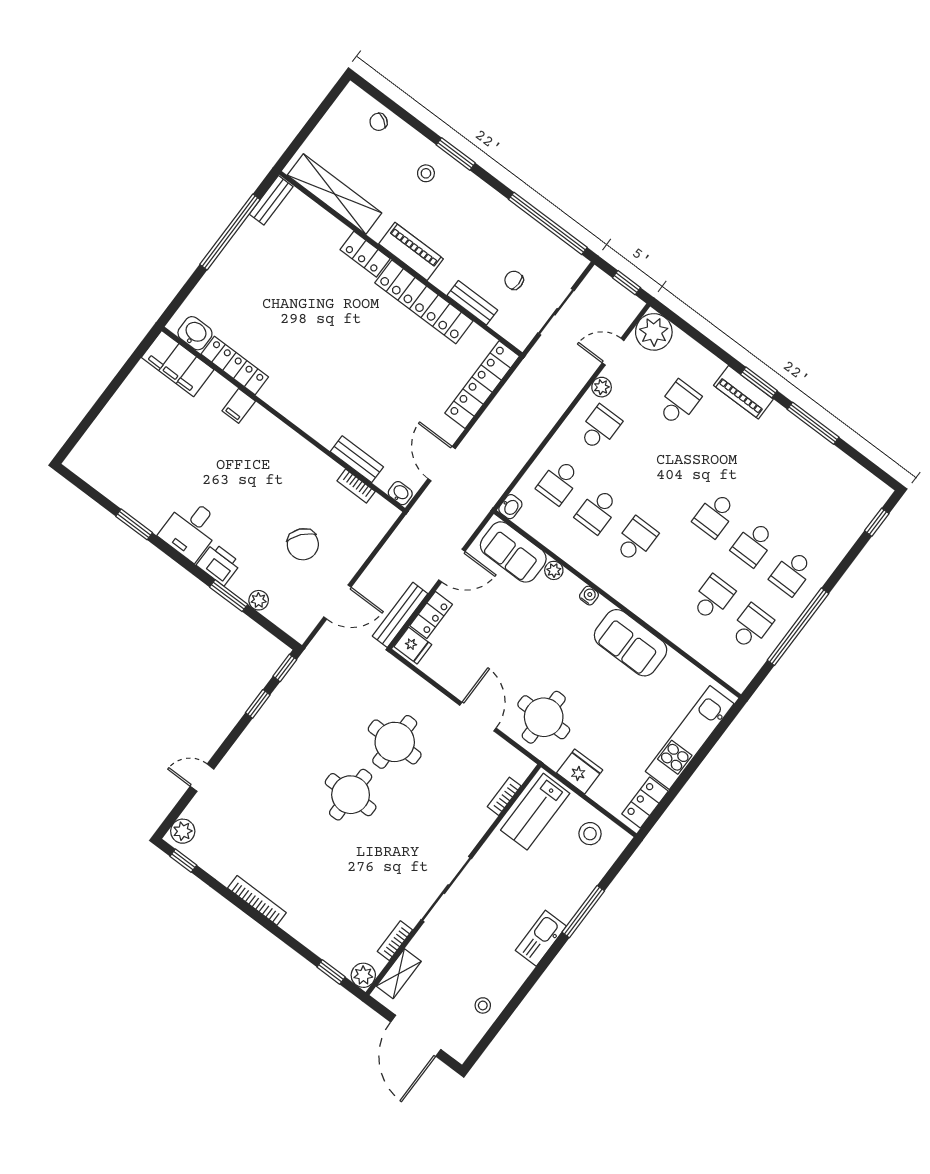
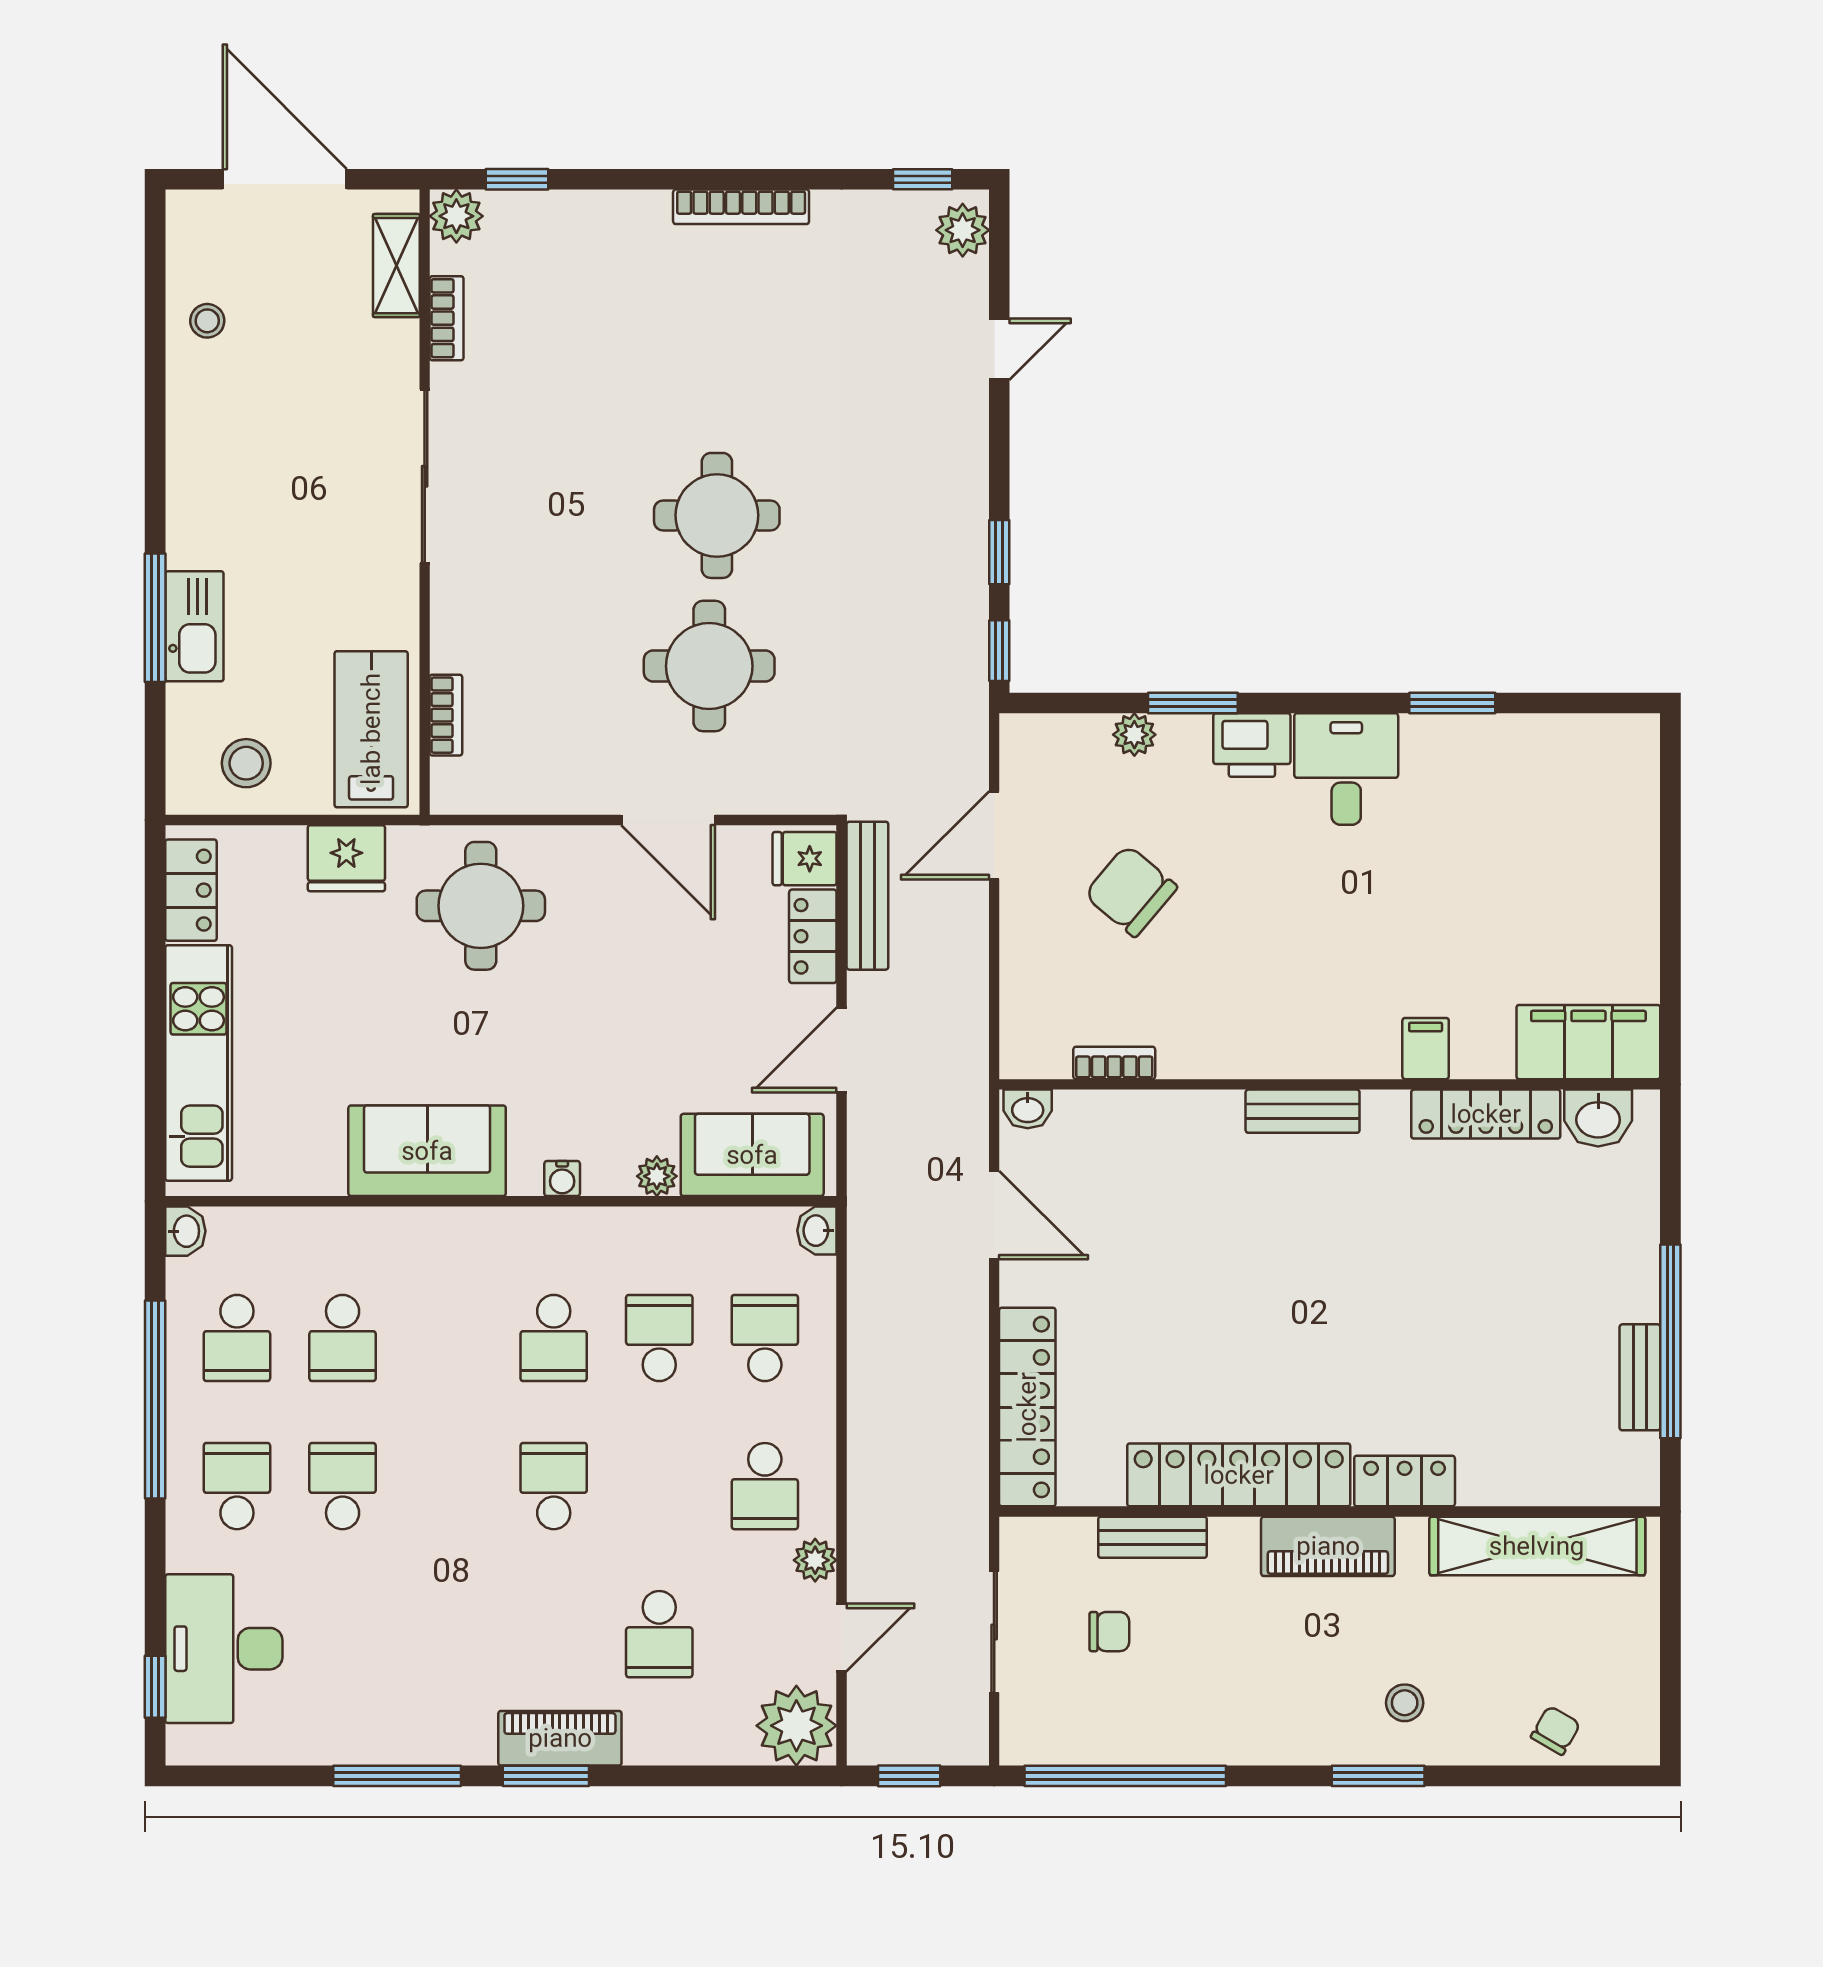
bench: (271, 200) -> (1640, 1377), moved
bench: (357, 459) -> (1303, 1111), moved
school desk: (715, 515) -> (554, 1486), moved
desk: (841, 517) -> (224, 1649), added
washbasin: (741, 680) -> (185, 1231), added
door: (478, 717) -> (668, 820), moved
kitchen sink: (541, 938) -> (194, 626), moved

